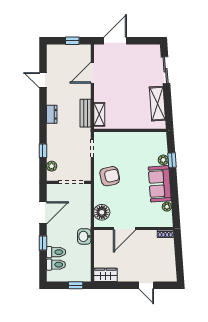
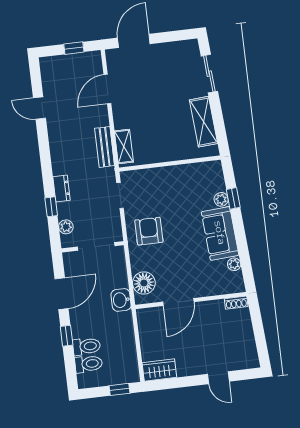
dresser: (52, 114) -> (61, 188), moved
armchair: (110, 176) -> (149, 231), turned -78
washbasin: (84, 236) -> (121, 300), moved

